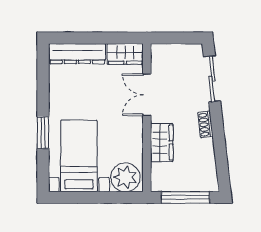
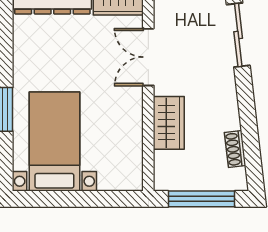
shoe rack: (205, 125) -> (235, 149), moved
plant: (125, 177) -> (119, 171), removed

